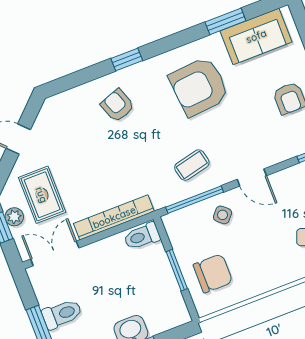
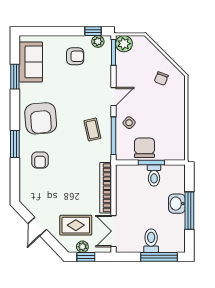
window: (127, 60) -> (15, 144), width x1.50
armchair: (199, 86) -> (41, 118), moved
armchair: (117, 105) -> (40, 160), turned -70
toilet: (142, 236) -> (154, 175), moved
chair: (213, 273) -> (144, 148), moved

